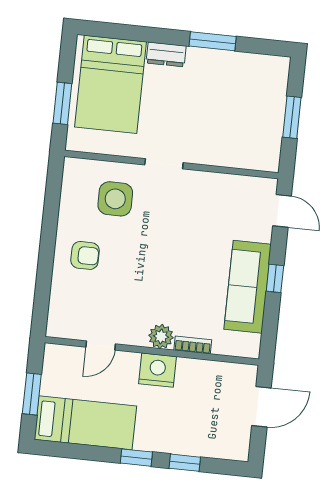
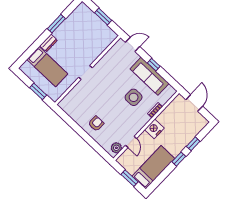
bed: (111, 84) -> (47, 67), width x0.67
side table: (115, 199) -> (134, 97), moved
plant: (161, 337) -> (116, 148), moved

